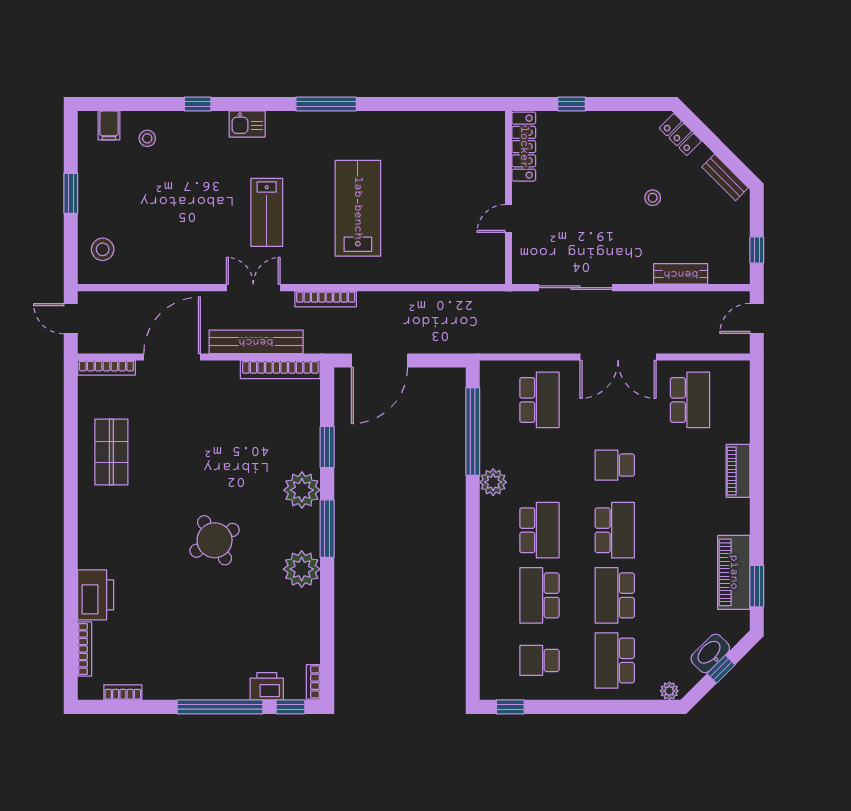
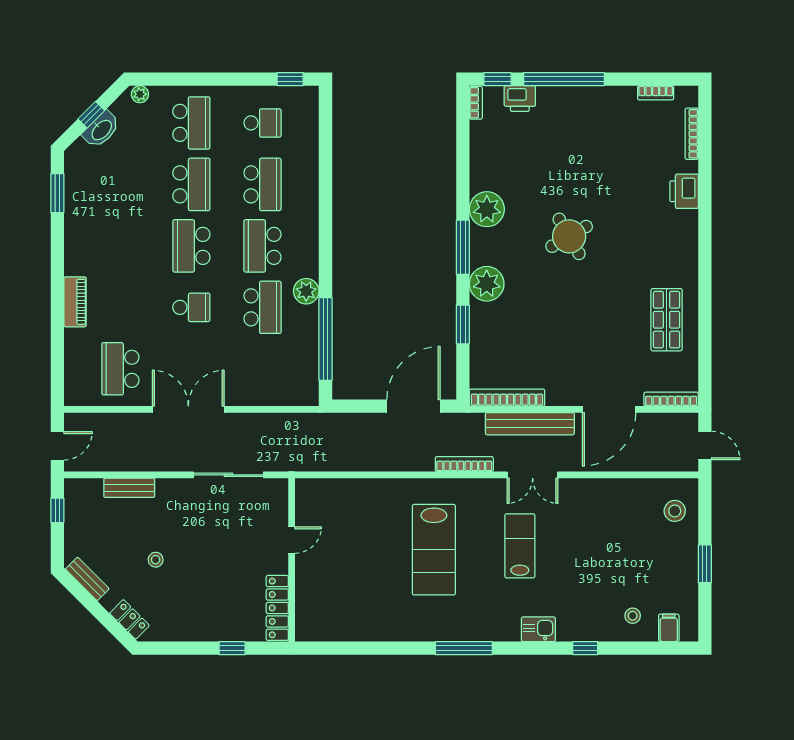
school desk: (539, 400) -> (262, 307), moved, turned 180
piano: (734, 572) -> (79, 206), removed
printer: (96, 595) -> (684, 191), width x0.73, depth x0.84

